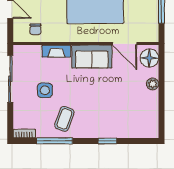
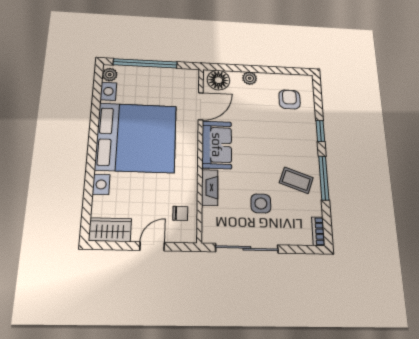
armchair: (135, 117) -> (290, 99), added
window: (55, 141) -> (324, 178), moved

